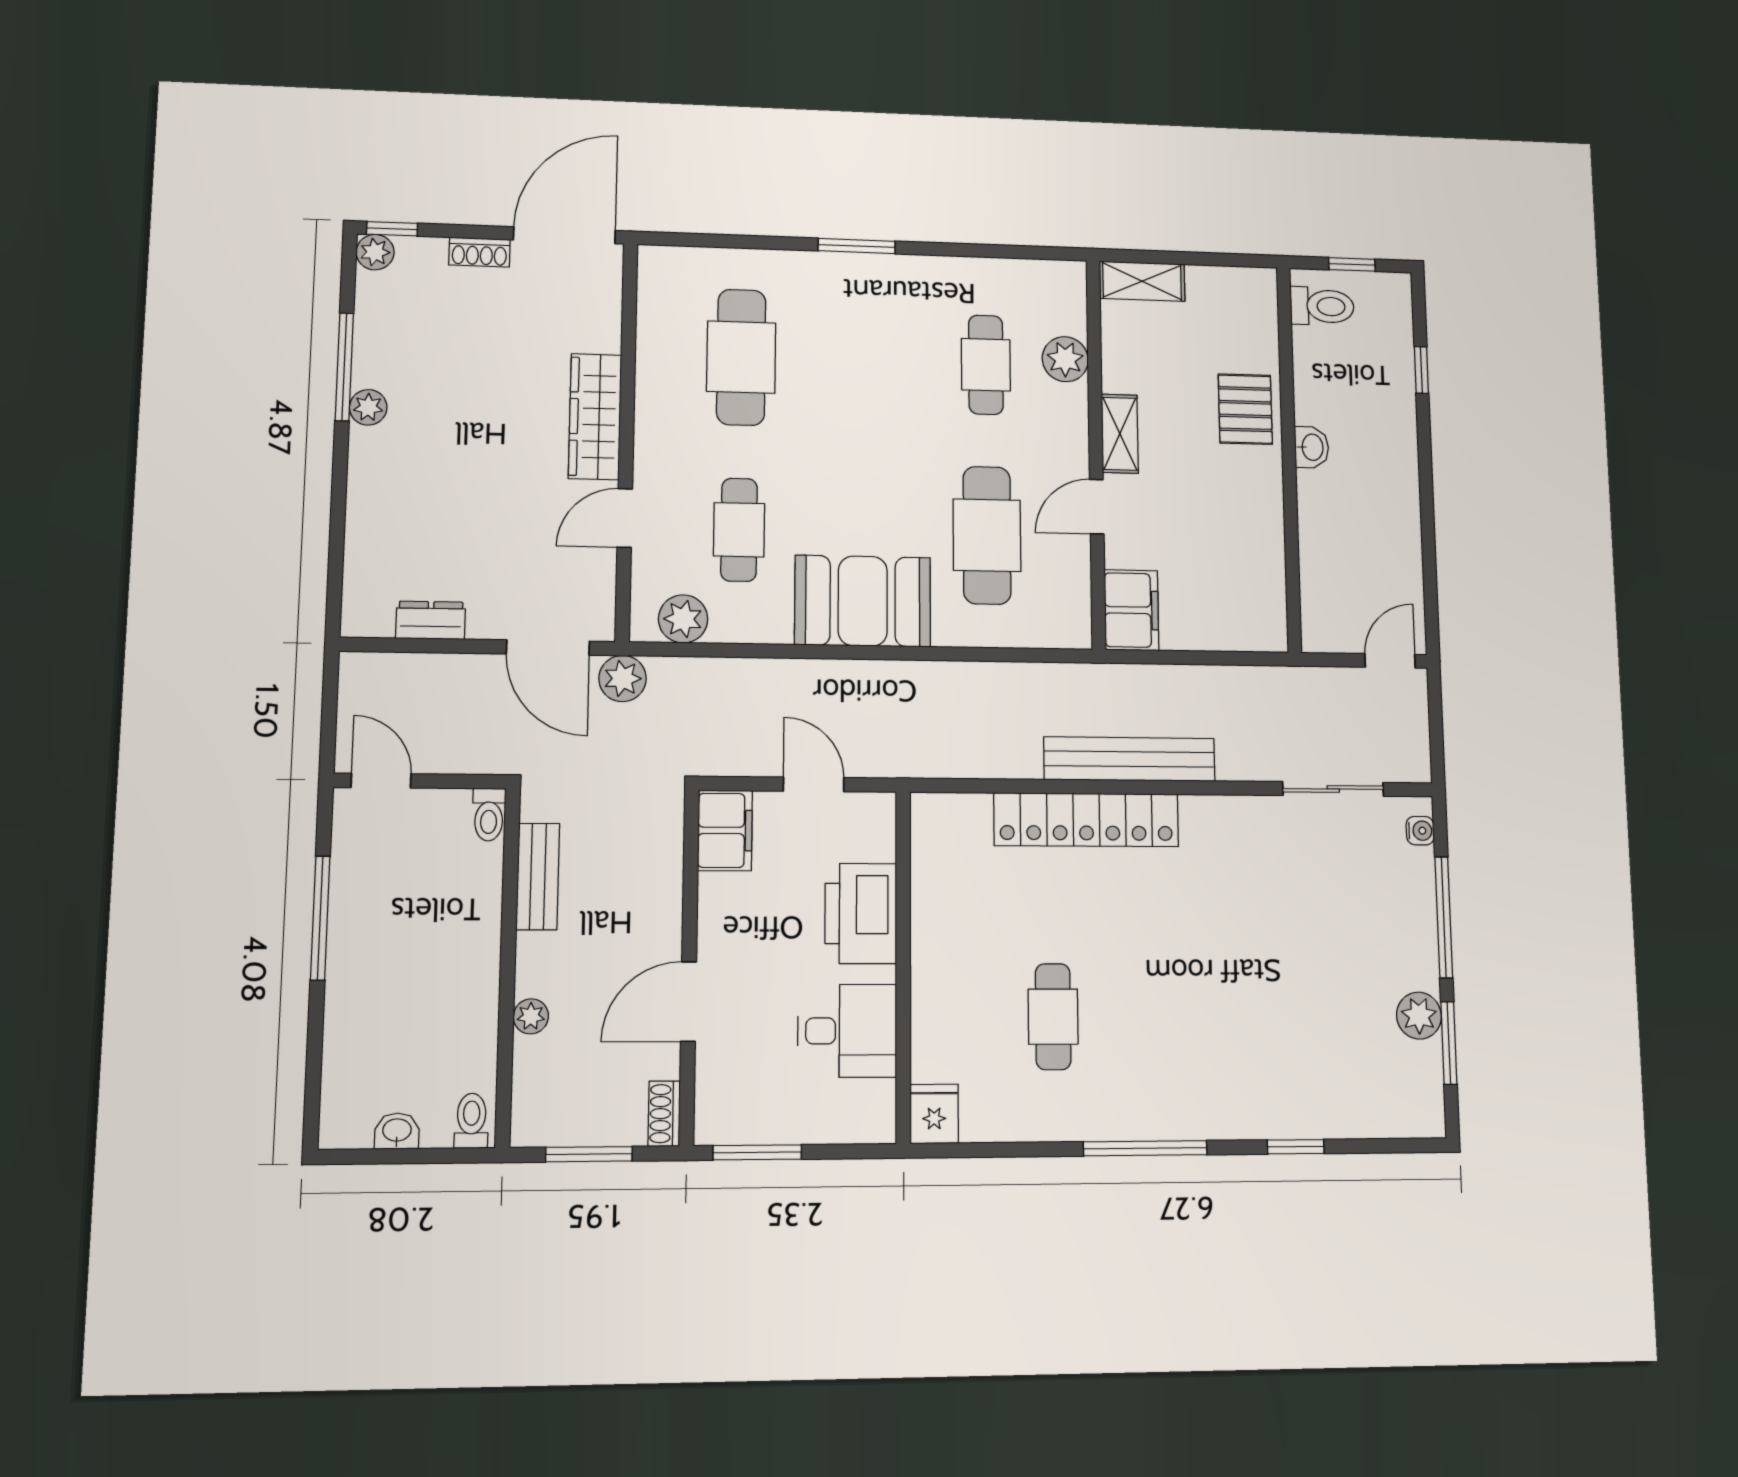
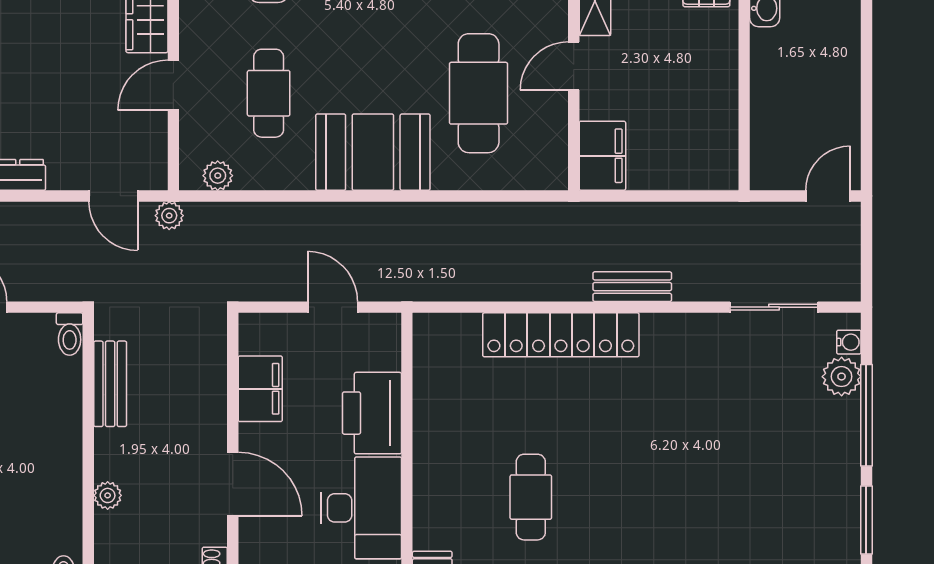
plant: (683, 619) -> (218, 176), width x0.73, depth x0.73
door: (548, 648) -> (113, 196), width x0.73
plant: (623, 678) -> (169, 216), width x0.73, depth x0.73
bench: (1130, 759) -> (632, 287), width x0.54, depth x0.82
filing cabinet: (725, 830) -> (260, 389), moved
door: (688, 1001) -> (233, 484), swing flipped
plant: (1419, 1016) -> (842, 377), moved
desk: (847, 1031) -> (361, 508), width x1.37

